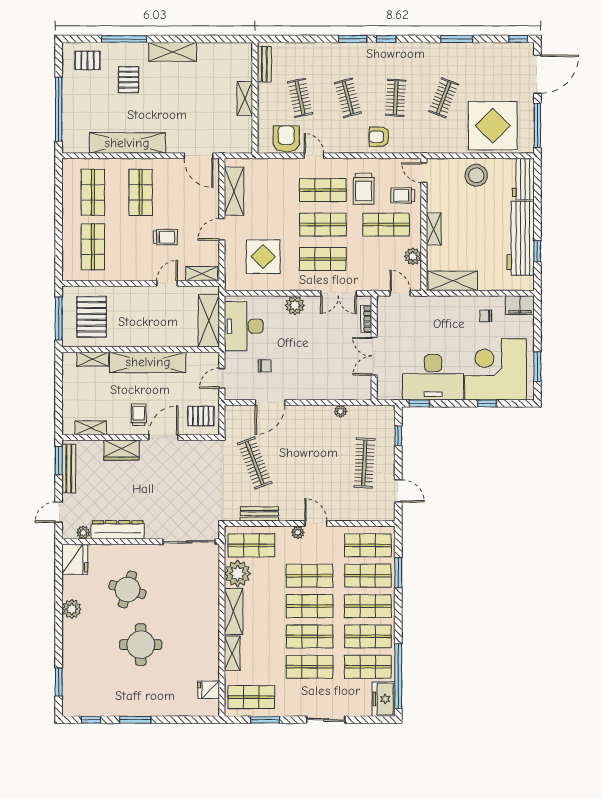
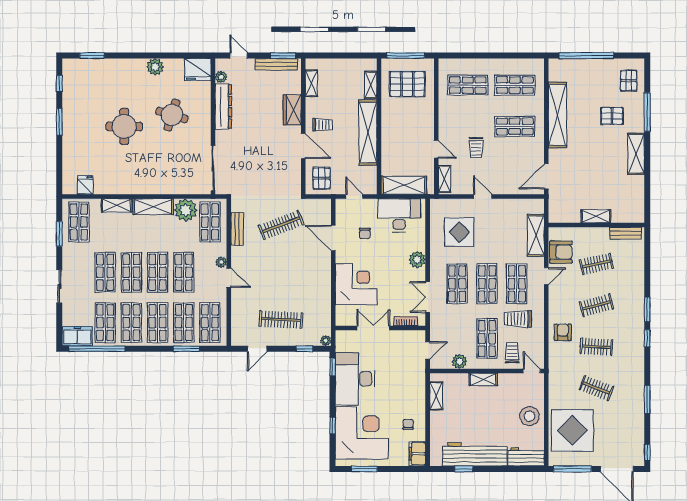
door: (424, 173) -> (532, 371), hinge flipped
shelving: (234, 191) -> (536, 235), moved, turned 90
shelving: (453, 281) -> (436, 396), width x0.67, depth x0.75
corner desk: (323, 376) -> (356, 284), added
plant: (340, 411) -> (326, 341), moved
door: (316, 523) -> (229, 278), hinge flipped

